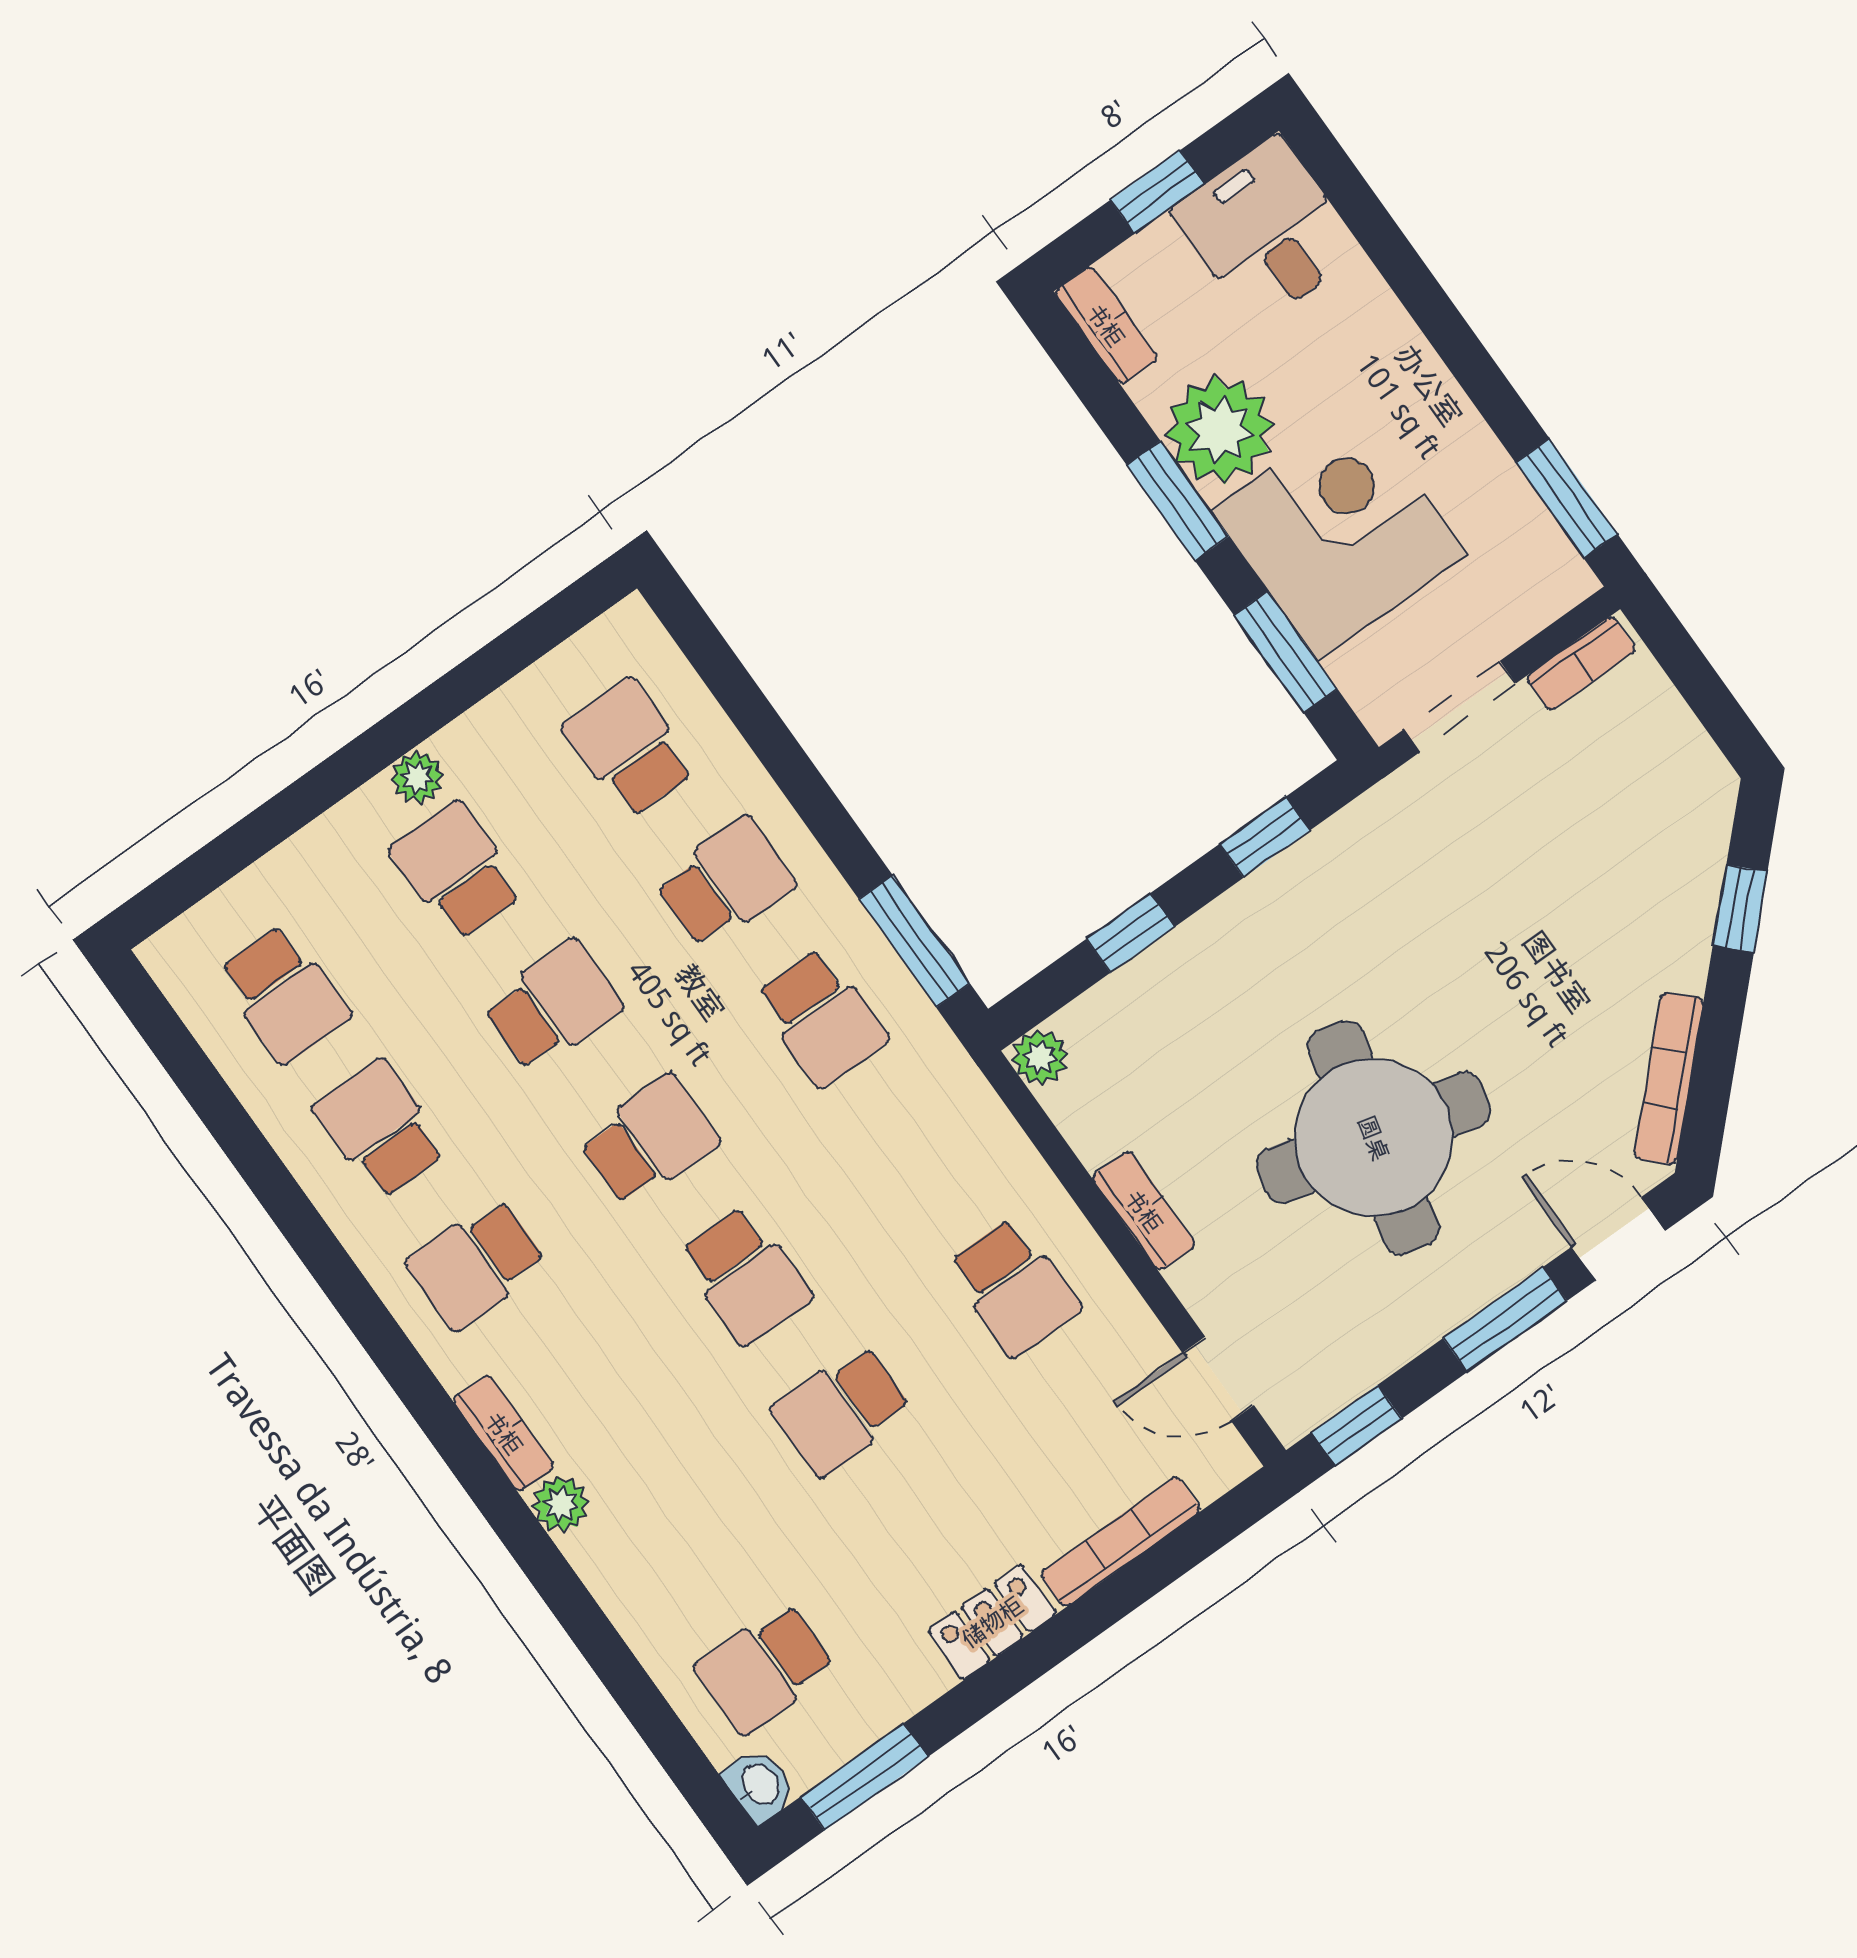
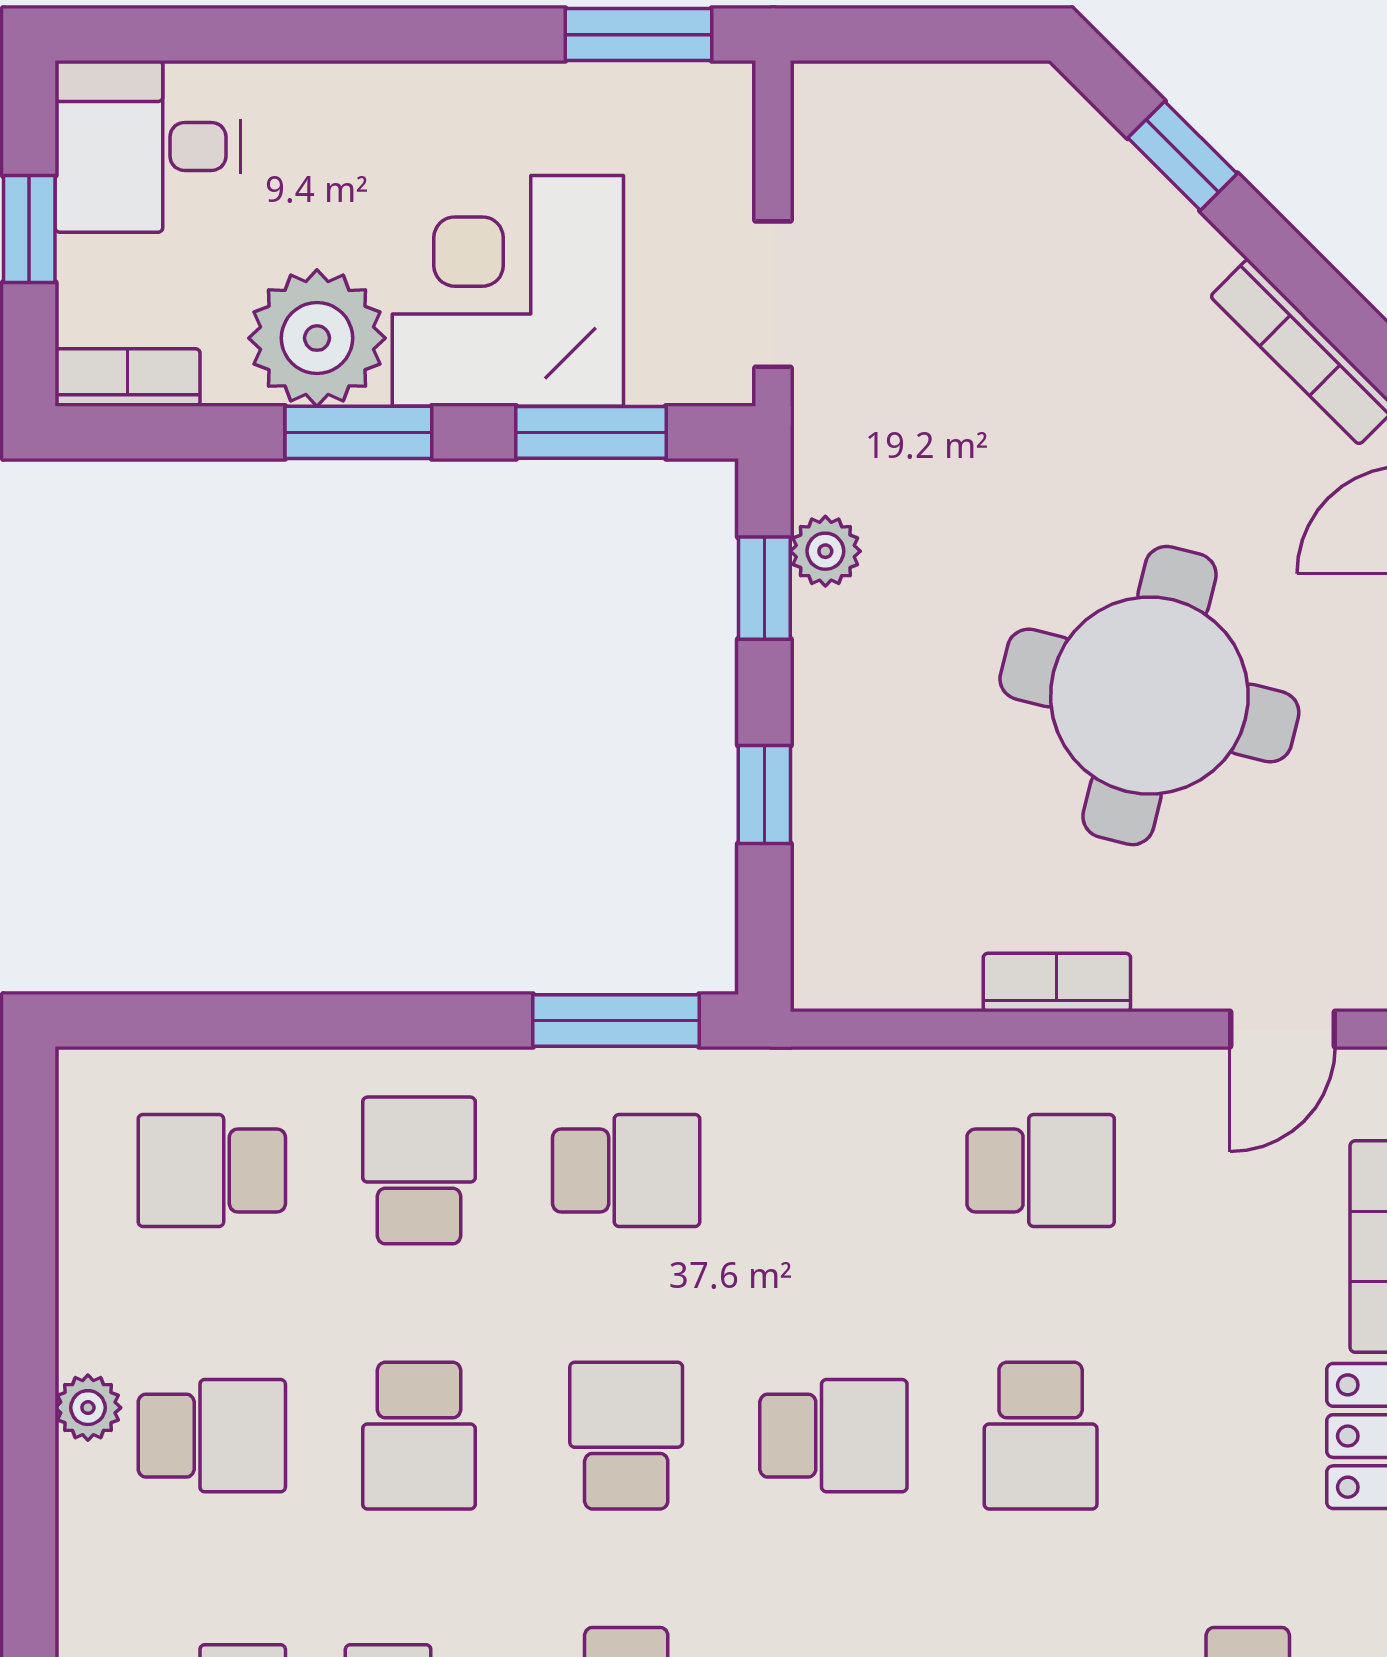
bookcase: (1581, 663) -> (817, 140), removed
school desk: (457, 871) -> (212, 1436), turned 180
school desk: (553, 1006) -> (419, 1436), turned 180
plant: (1040, 1057) -> (825, 551), moved

